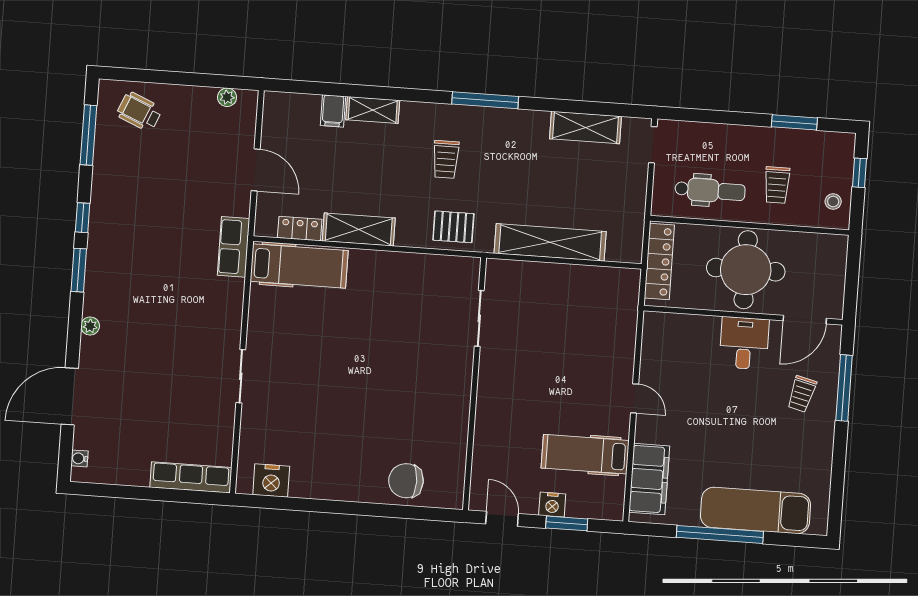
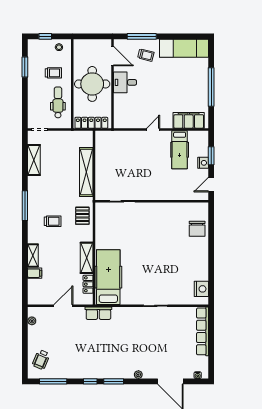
hospital bed: (299, 266) -> (108, 277), width x1.37, depth x1.29
row of seats: (191, 477) -> (203, 331), width x1.36
exam couch: (756, 510) -> (184, 48), moved, turned -90

